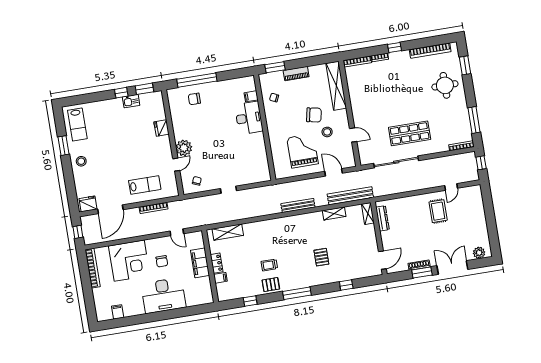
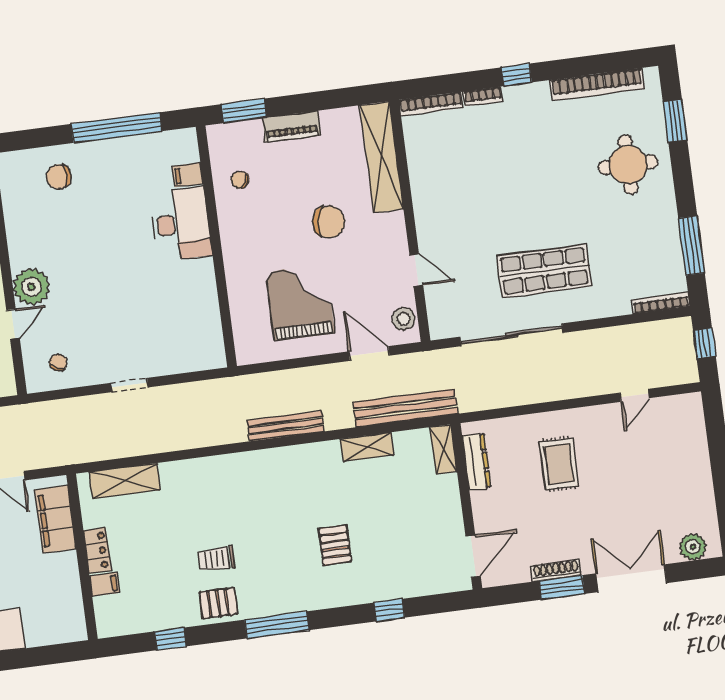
window: (197, 80) -> (117, 128), moved
stool: (327, 132) -> (404, 319), moved
rug: (438, 211) -> (559, 464), moved
filing cabinet: (200, 263) -> (55, 519), moved

